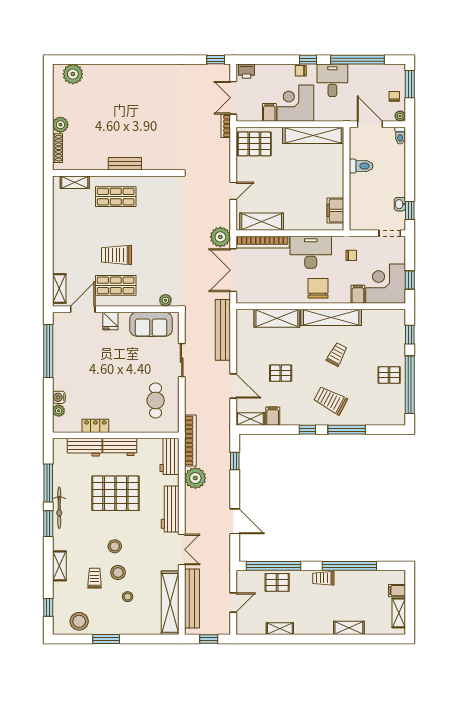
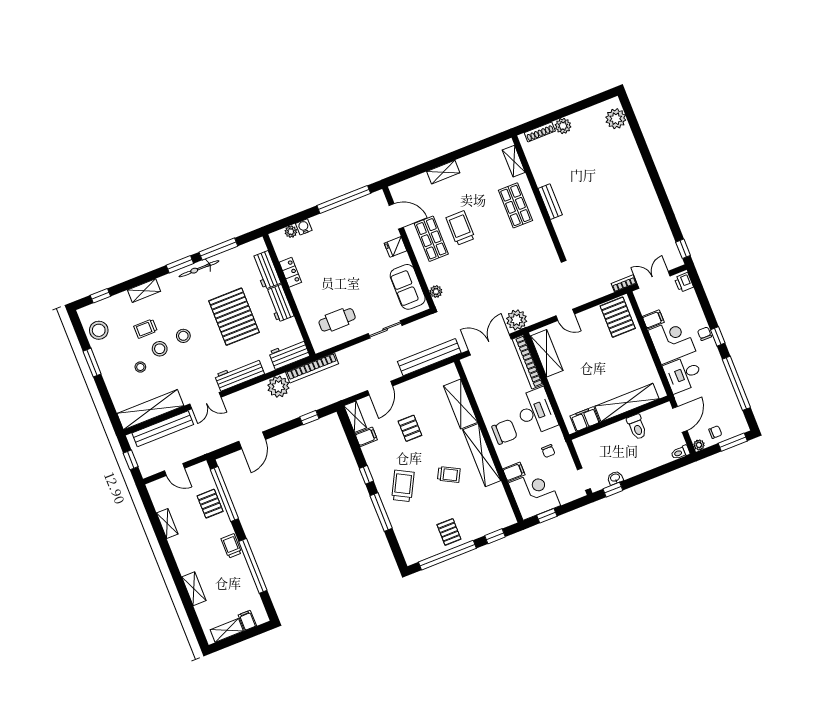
desk: (332, 80) -> (683, 374), moved, turned 180
shelving: (313, 135) -> (627, 402), moved, turned 90
shelving: (59, 289) -> (443, 172), moved
trolley: (95, 578) -> (145, 329), turned 180

